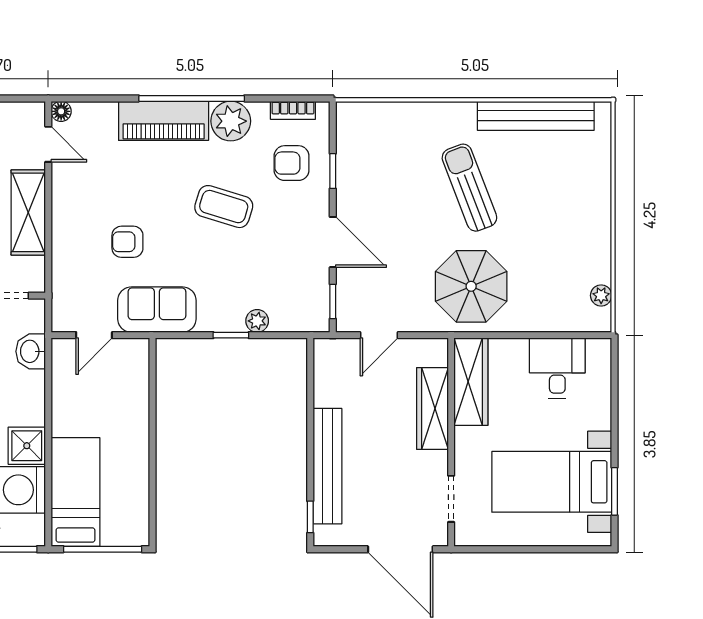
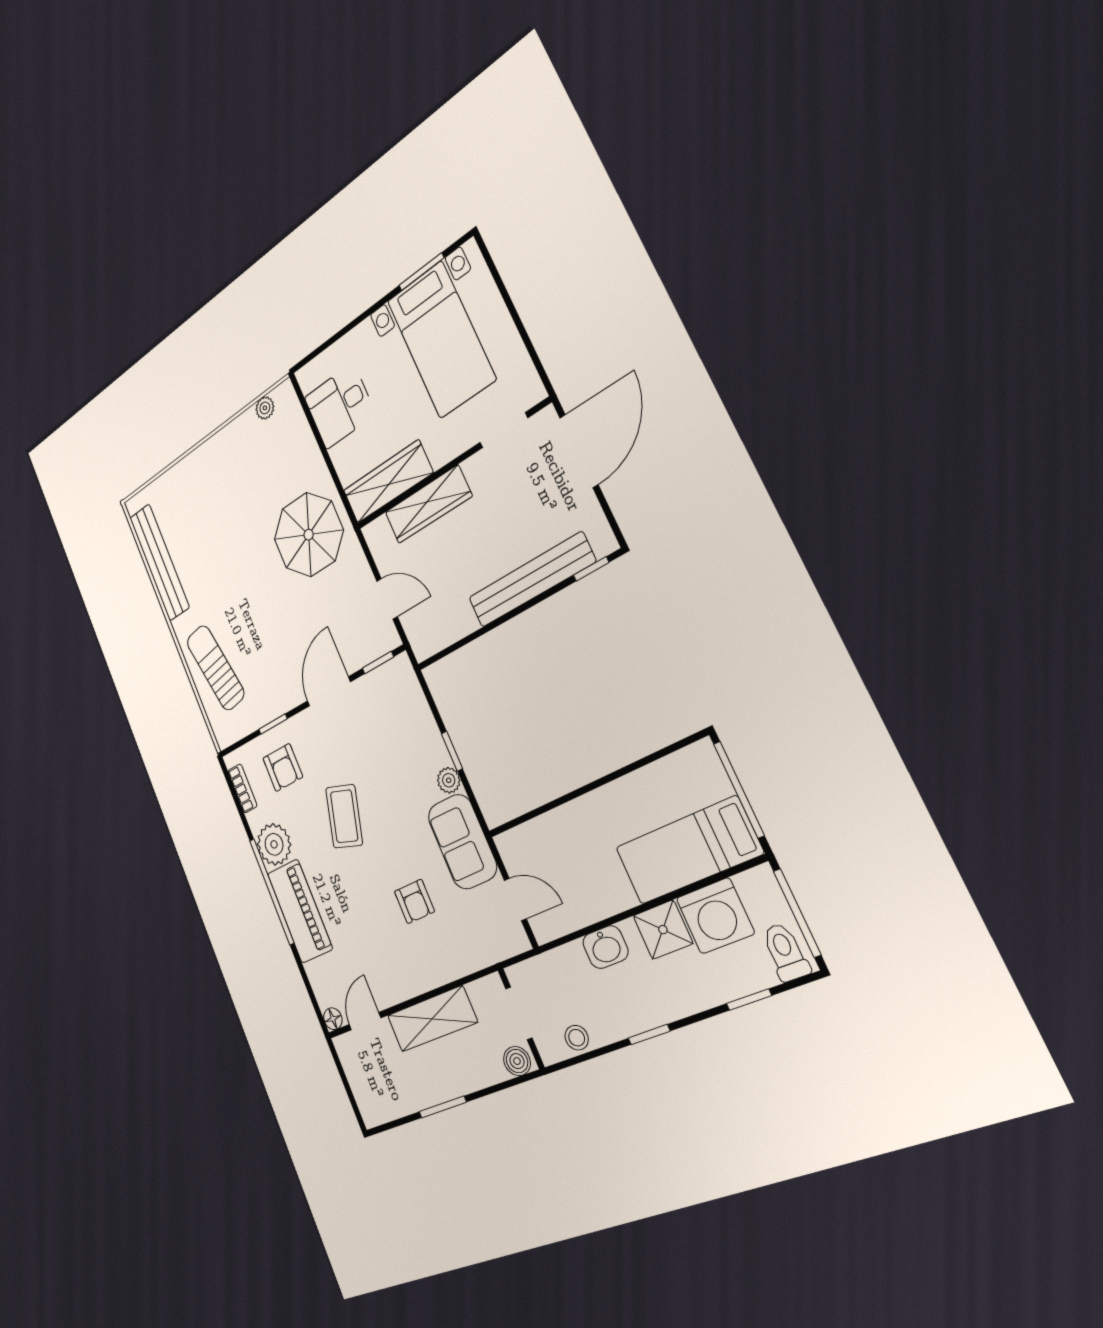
sun lounger: (469, 188) -> (215, 668), moved, turned 101
plant: (257, 321) -> (449, 780), moved
washbasin: (31, 351) -> (605, 947), moved

